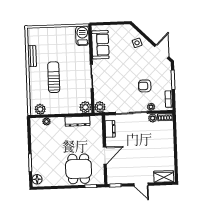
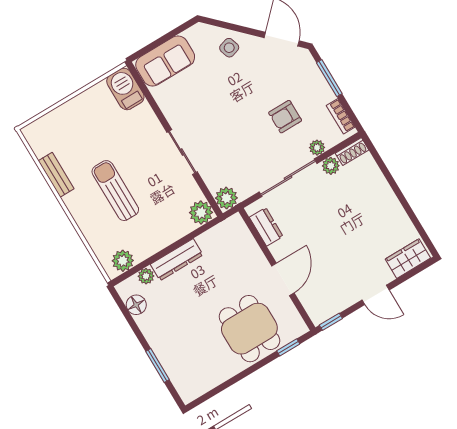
sofa: (100, 45) -> (165, 61), moved, turned 90
dresser: (77, 121) -> (177, 260), moved
floor lamp: (37, 179) -> (136, 305), moved

